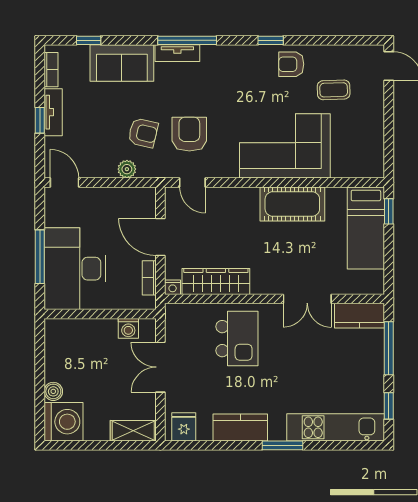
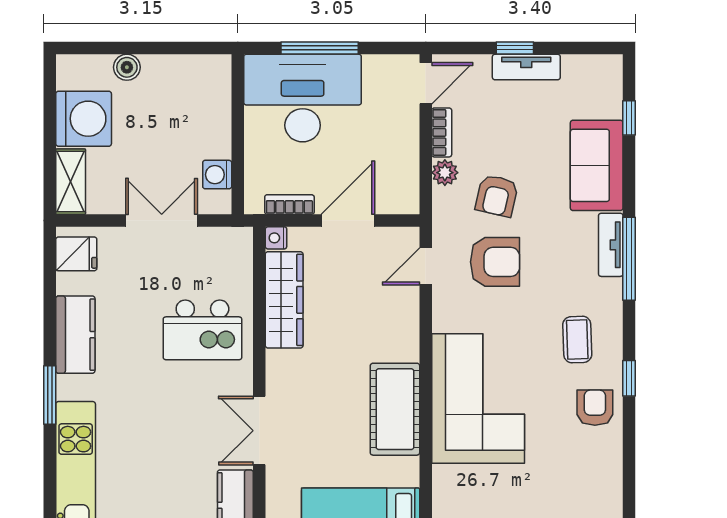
bookcase: (51, 70) -> (442, 132), moved, turned -90
coffee table: (334, 90) -> (577, 340), moved
washing machine: (63, 422) -> (84, 119), moved, turned -90

